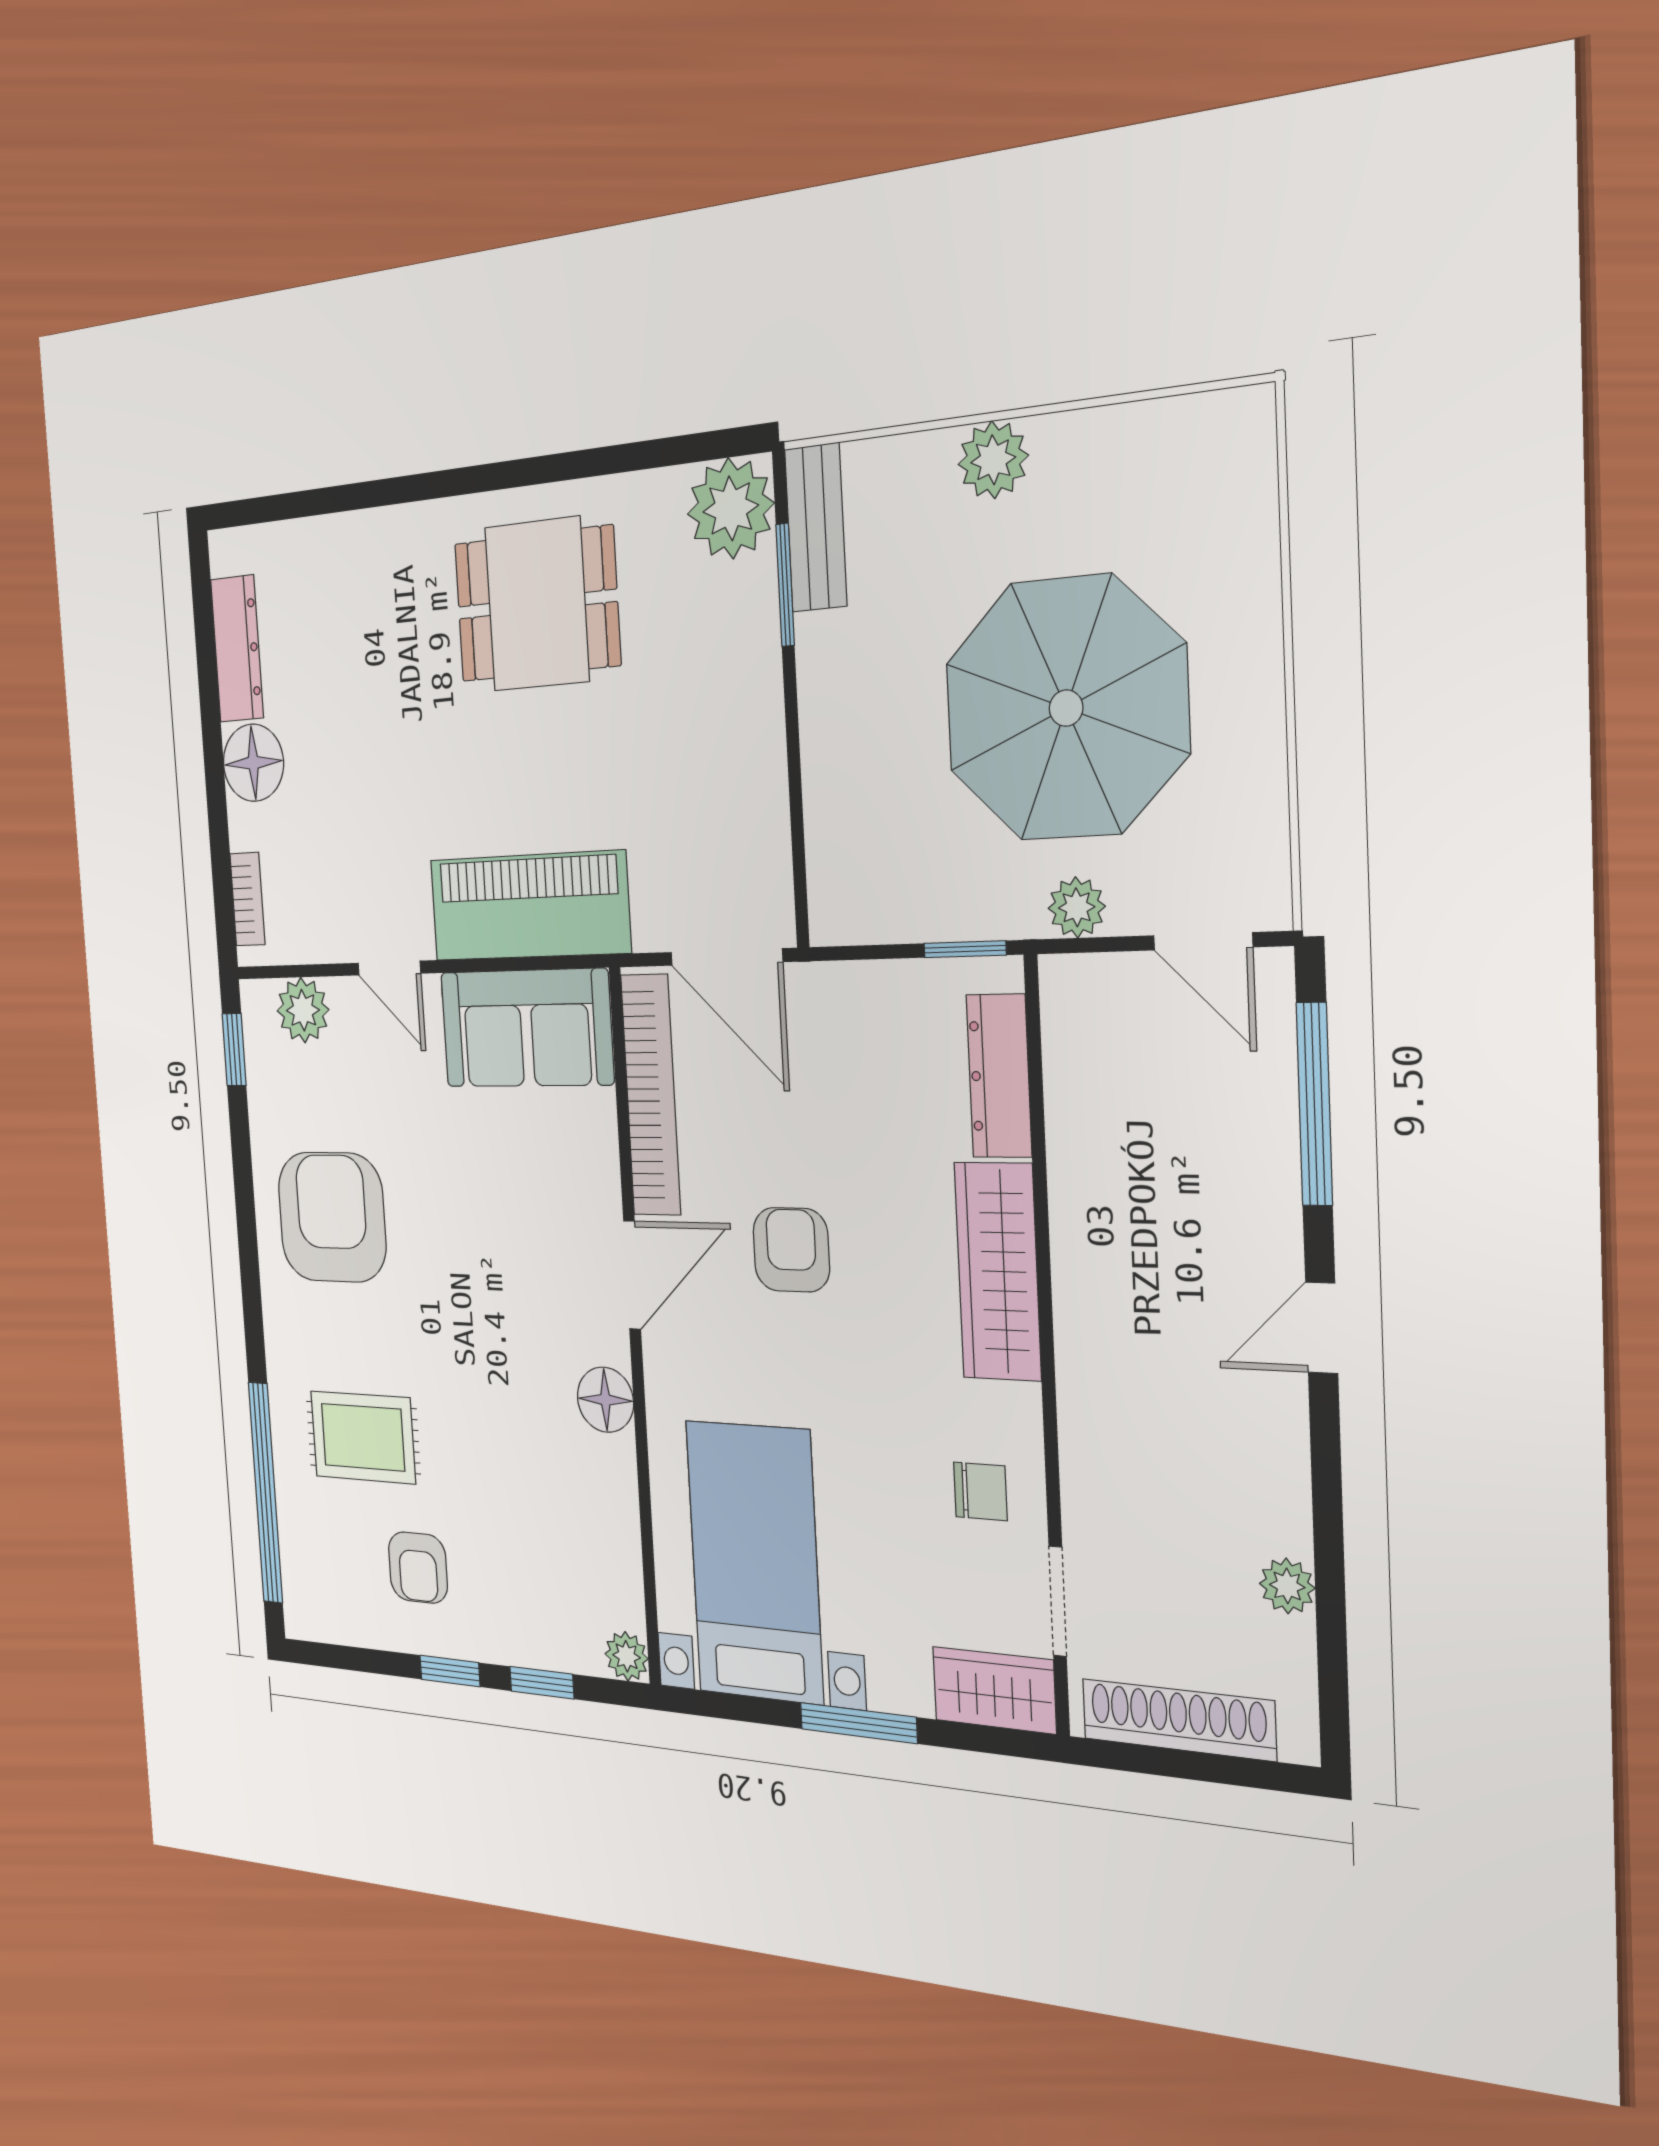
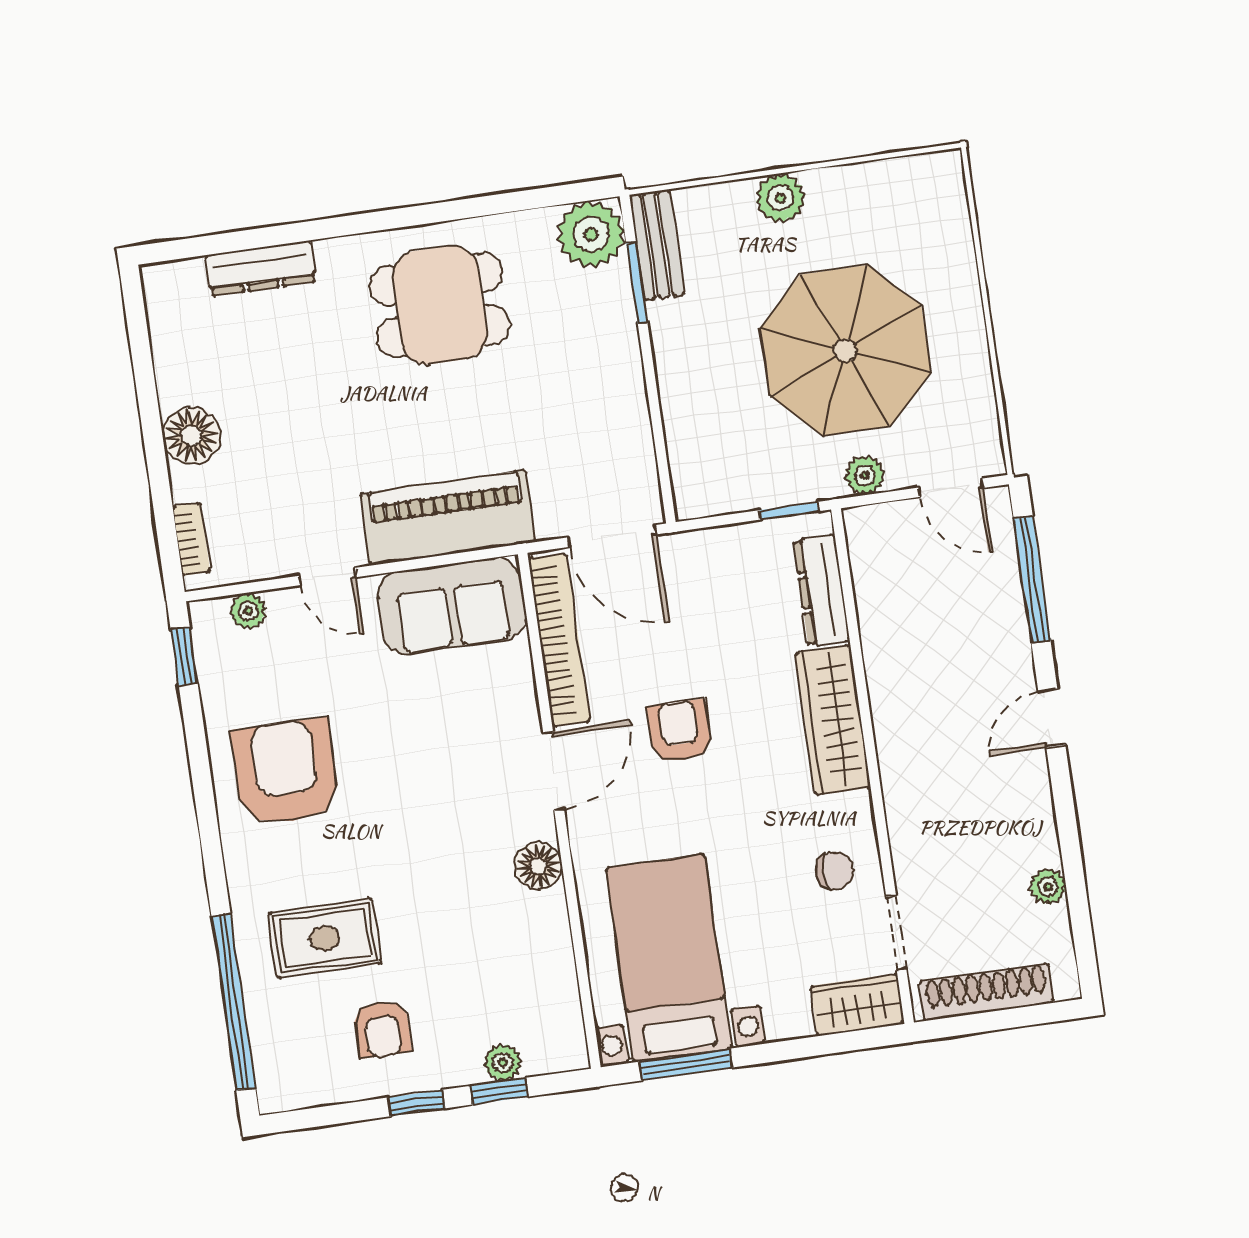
dresser: (237, 649) -> (261, 268), moved, turned 90
plant: (303, 1010) -> (248, 611), width x0.73, depth x0.73
plant: (627, 1656) -> (503, 1062), moved
window: (858, 1723) -> (686, 1065), moved

